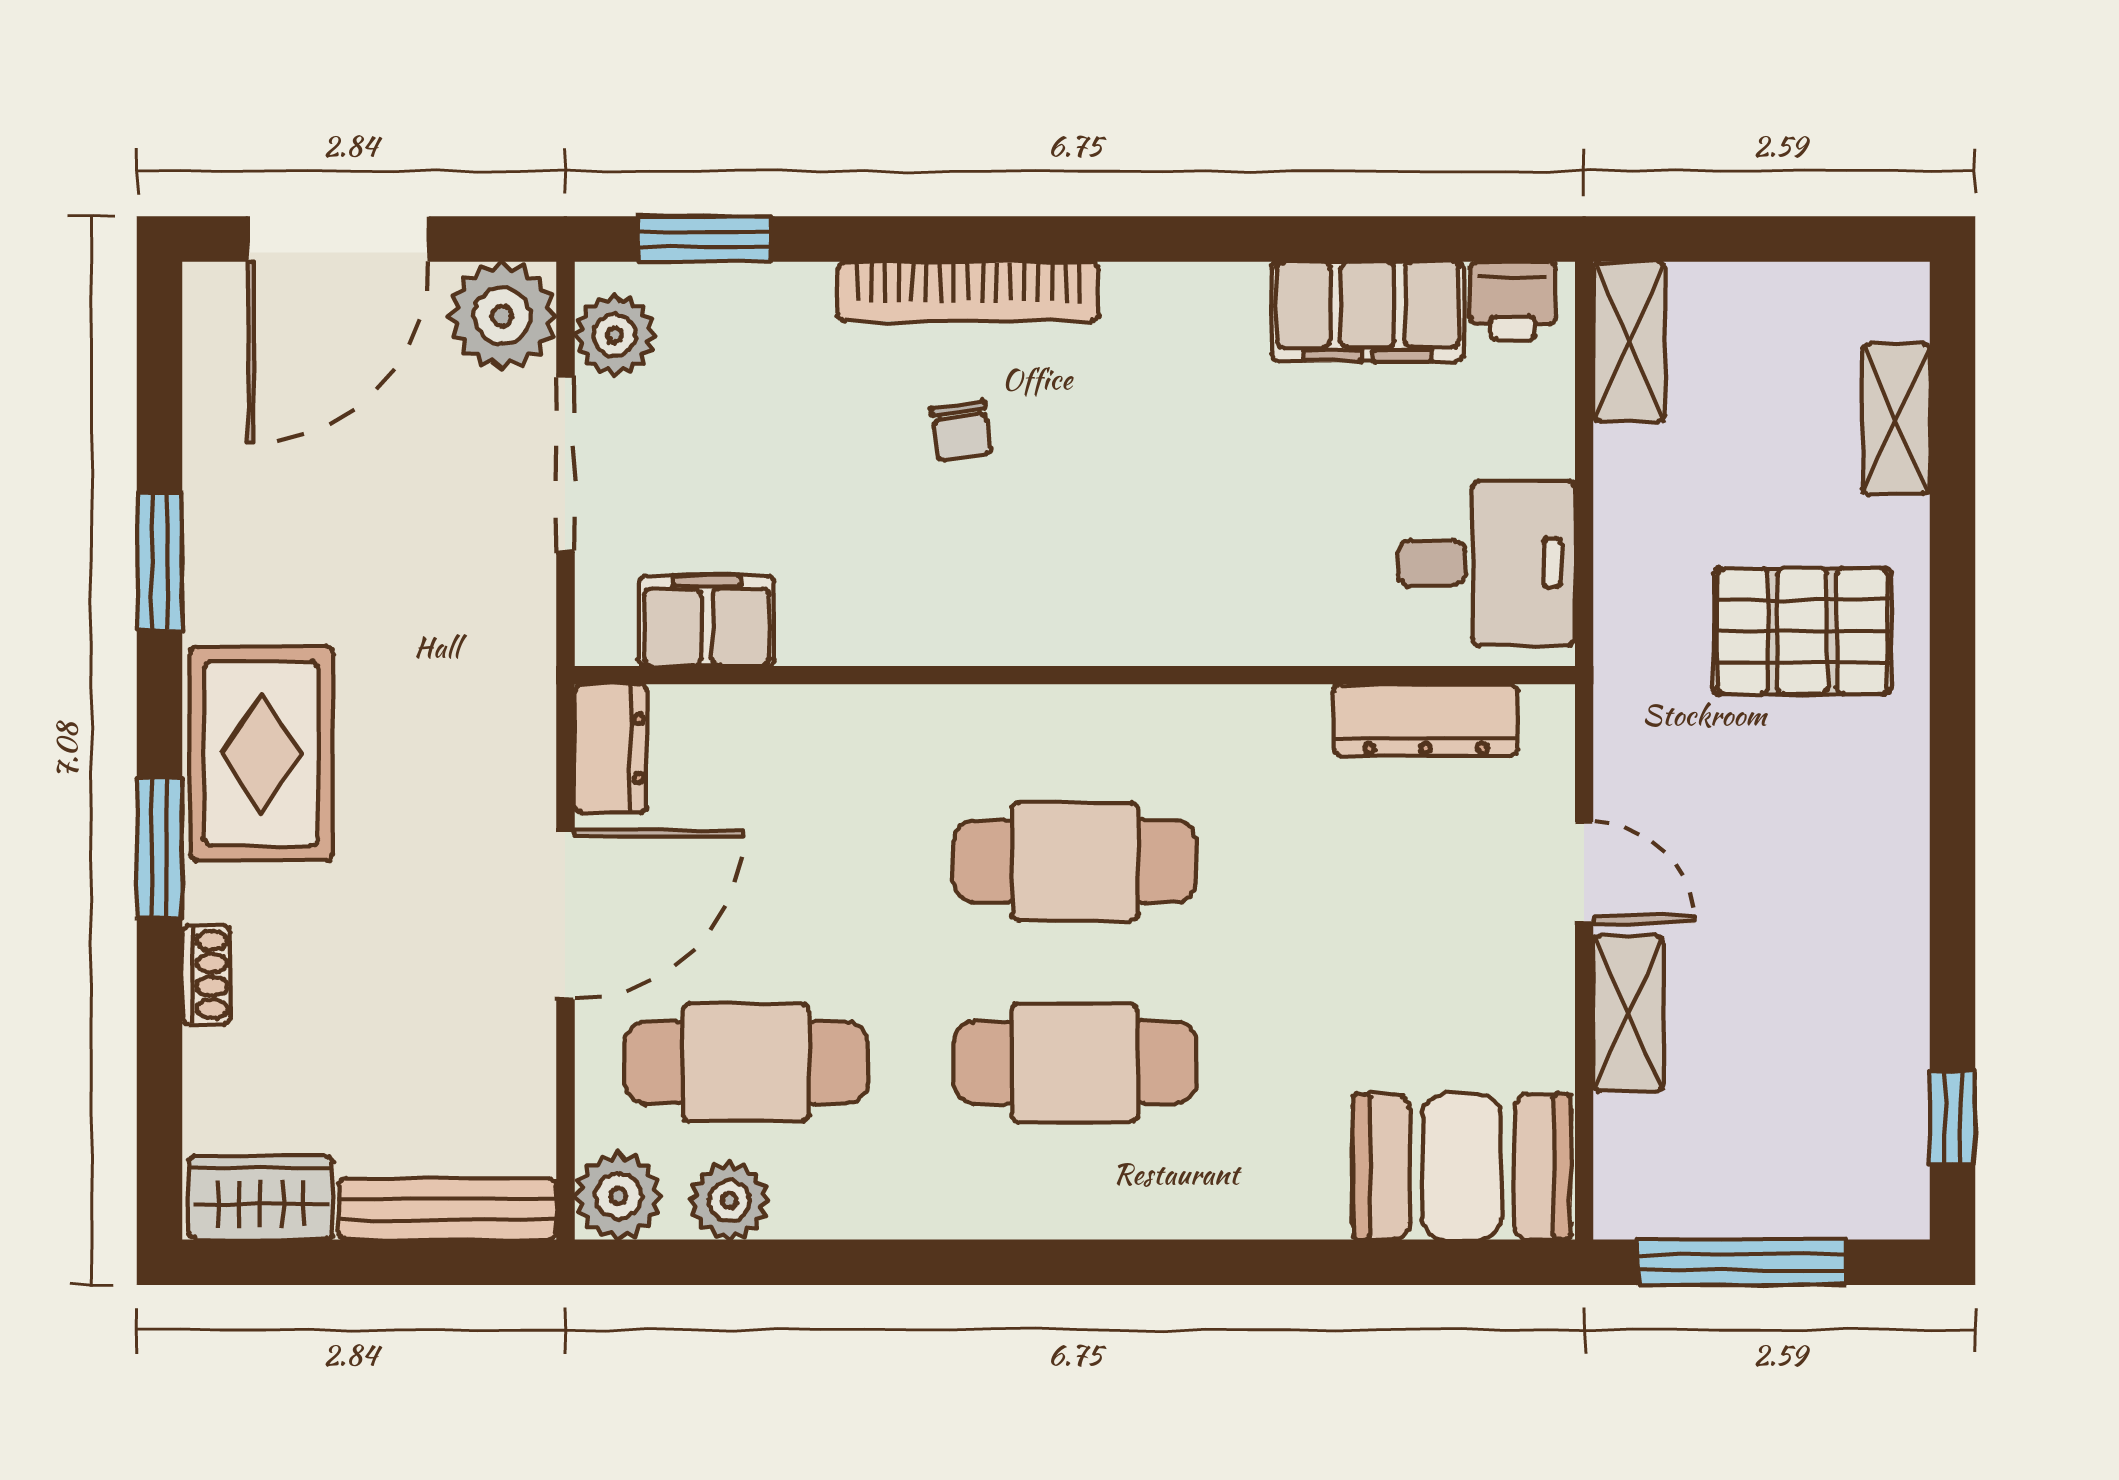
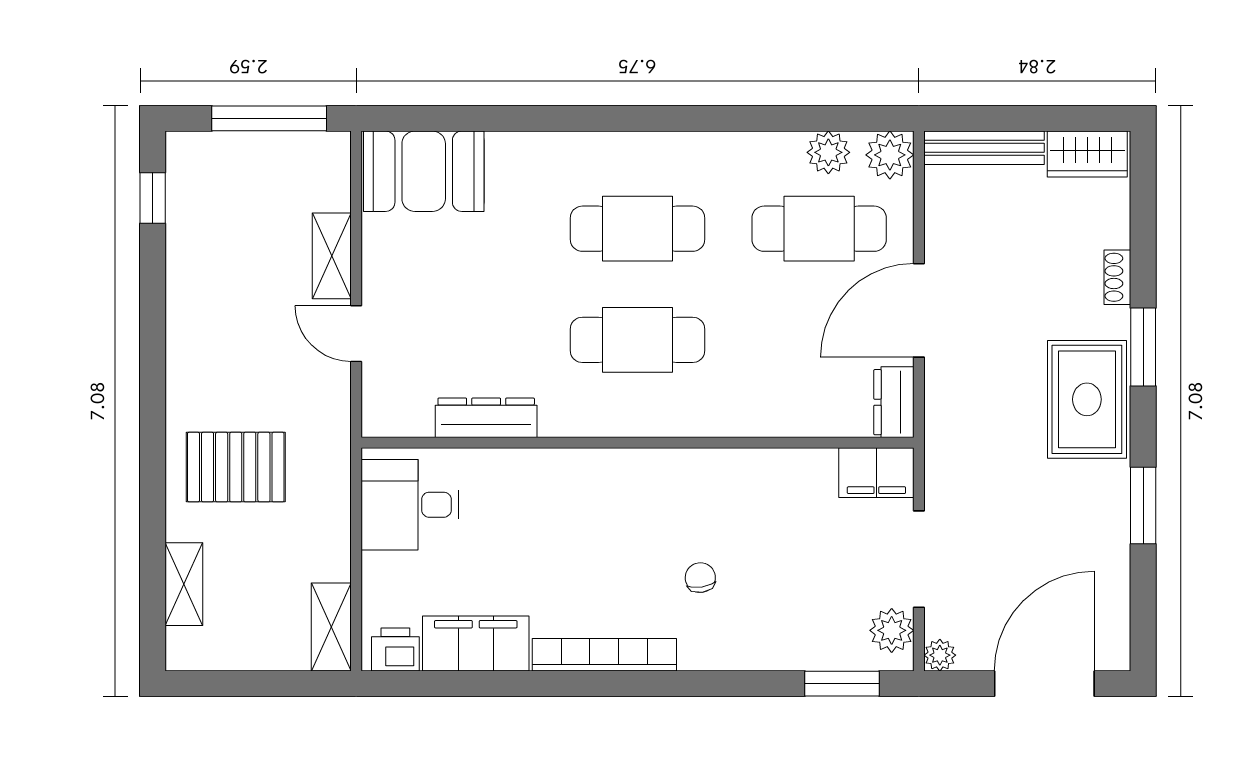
bookcase: (968, 291) -> (604, 655), moved
plant: (502, 316) -> (940, 655), width x0.53, depth x0.53
filing cabinet: (707, 621) -> (876, 473), moved
dresser: (1426, 720) -> (486, 418), moved

